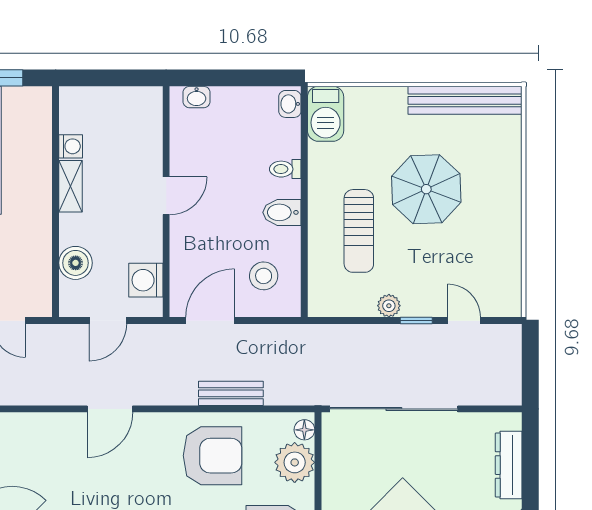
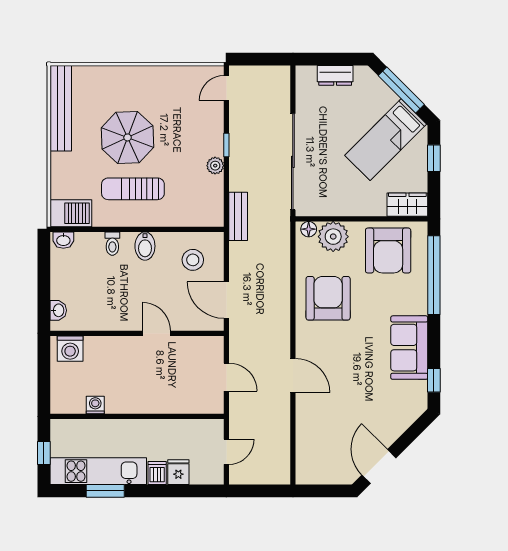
shelving: (71, 186) -> (125, 405), removed
door: (166, 196) -> (156, 333), moved
sun lounger: (359, 231) -> (133, 189), moved, turned 180
boiler: (76, 263) -> (183, 401), removed
washing machine: (146, 280) -> (70, 349), moved
door: (464, 321) -> (226, 88), moved
bench: (231, 393) -> (238, 216), moved
dresser: (509, 465) -> (335, 75), width x0.70

